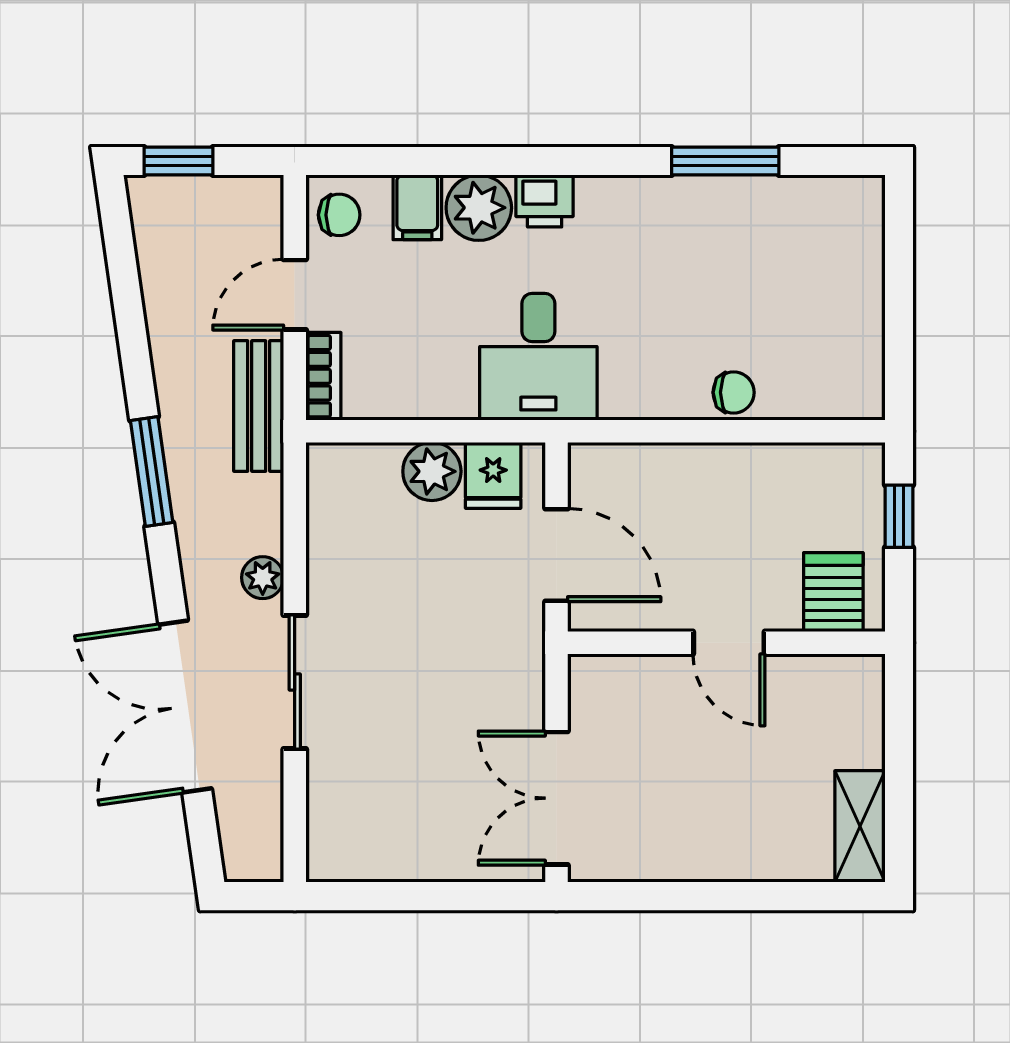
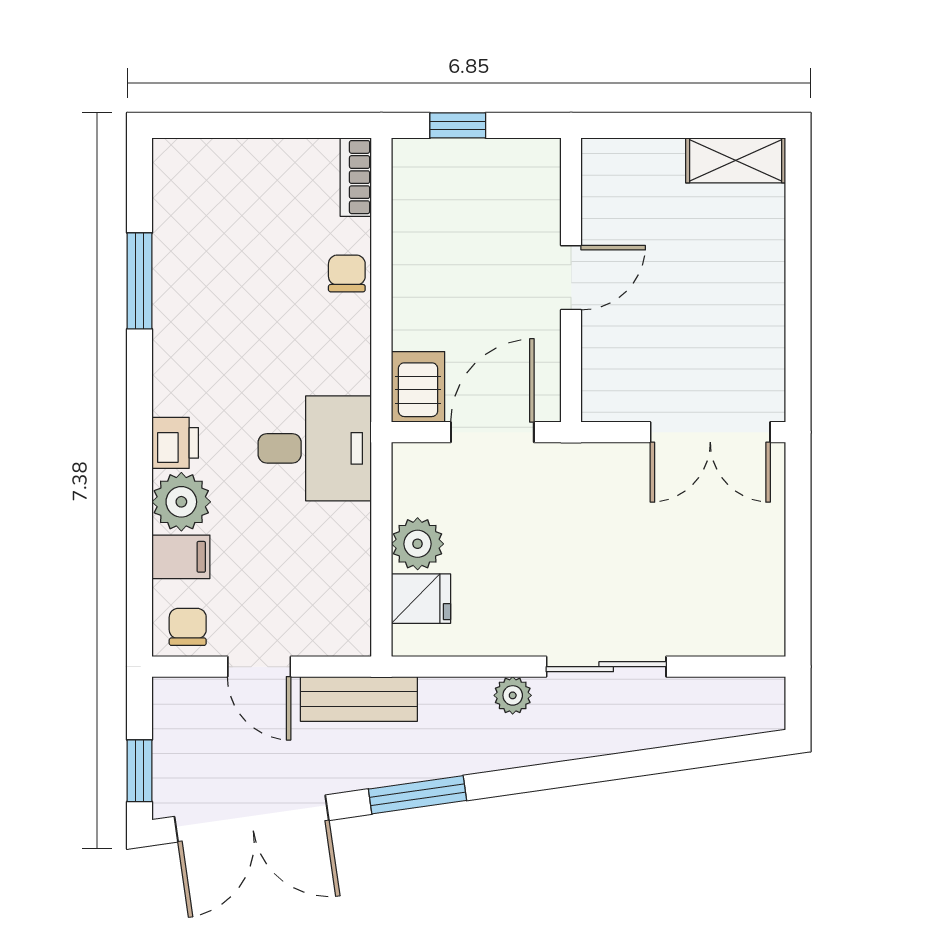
bookcase: (323, 376) -> (356, 177), moved, turned -90
fridge: (493, 475) -> (421, 599), moved
server rack: (833, 592) -> (418, 387), moved, turned 90
double door: (185, 706) -> (252, 818), moved

